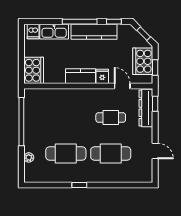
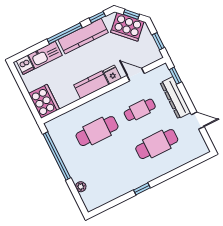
cooker: (143, 61) -> (127, 27), moved, turned -45
dresser: (146, 108) -> (175, 98), moved
cafe table: (66, 153) -> (97, 131), moved

